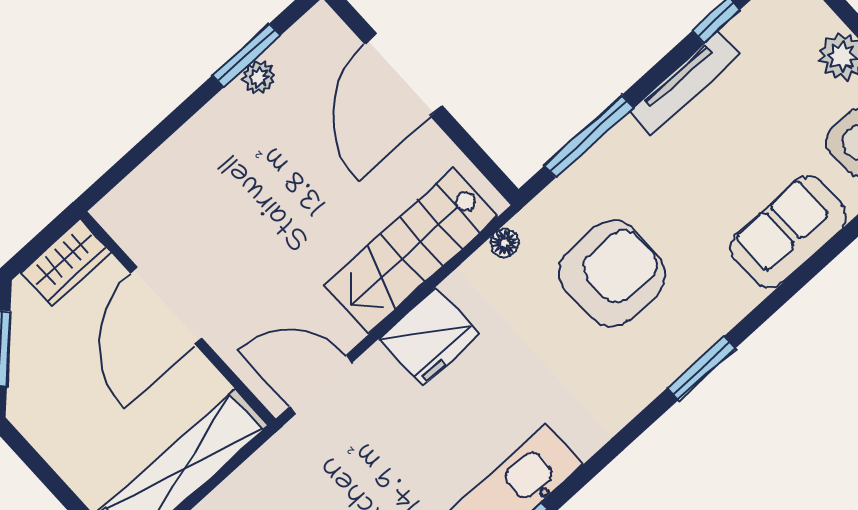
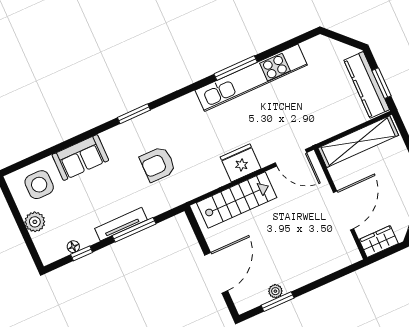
tv unit: (684, 83) -> (121, 224), moved
window: (589, 136) -> (134, 230), moved
floor lamp: (505, 243) -> (73, 247), moved
armchair: (612, 273) -> (158, 164), width x0.73, depth x0.73

